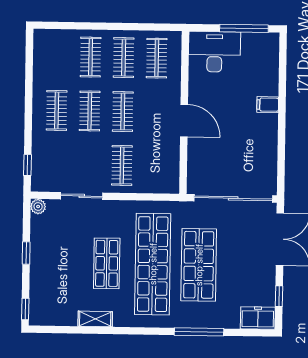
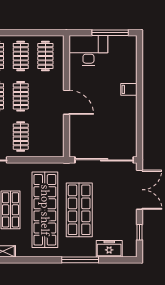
freezer: (258, 318) -> (109, 249), moved

